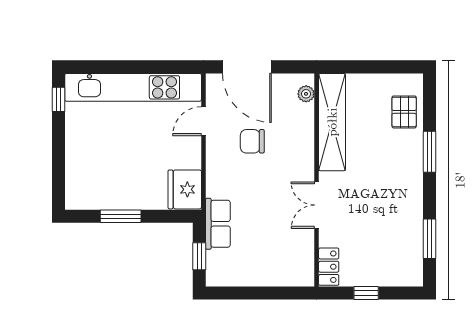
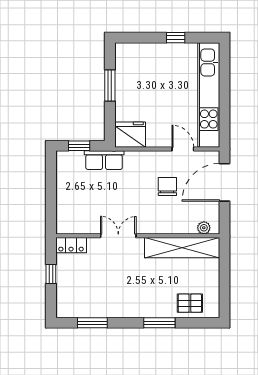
window: (58, 99) -> (176, 38), moved

